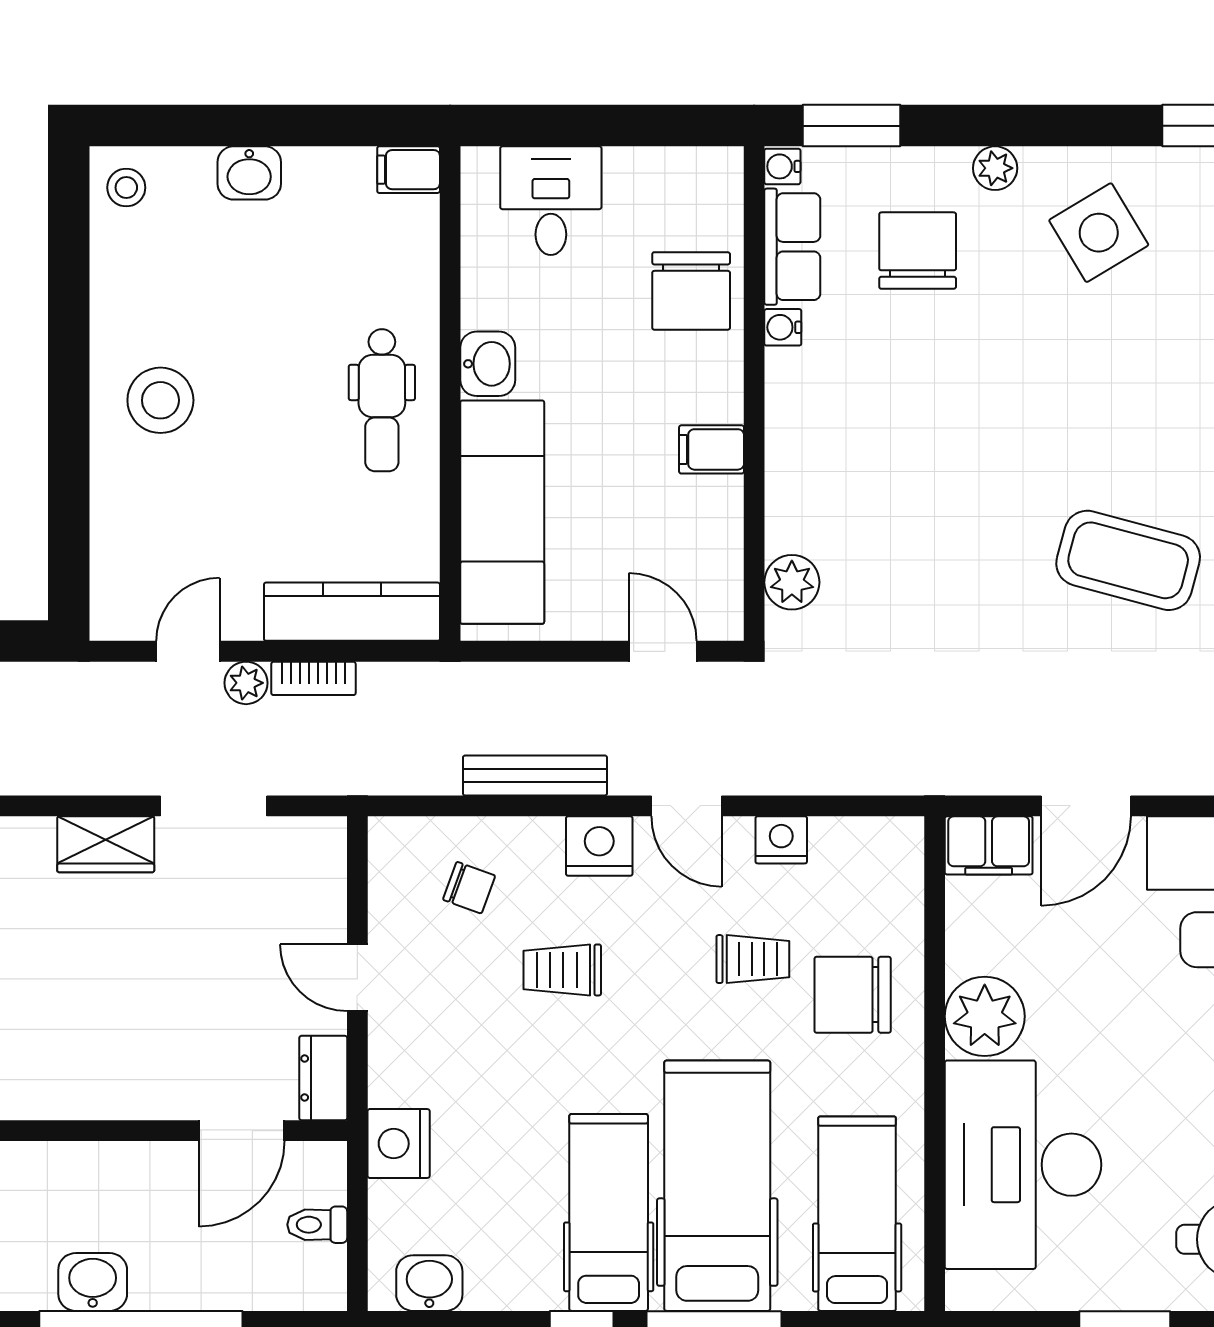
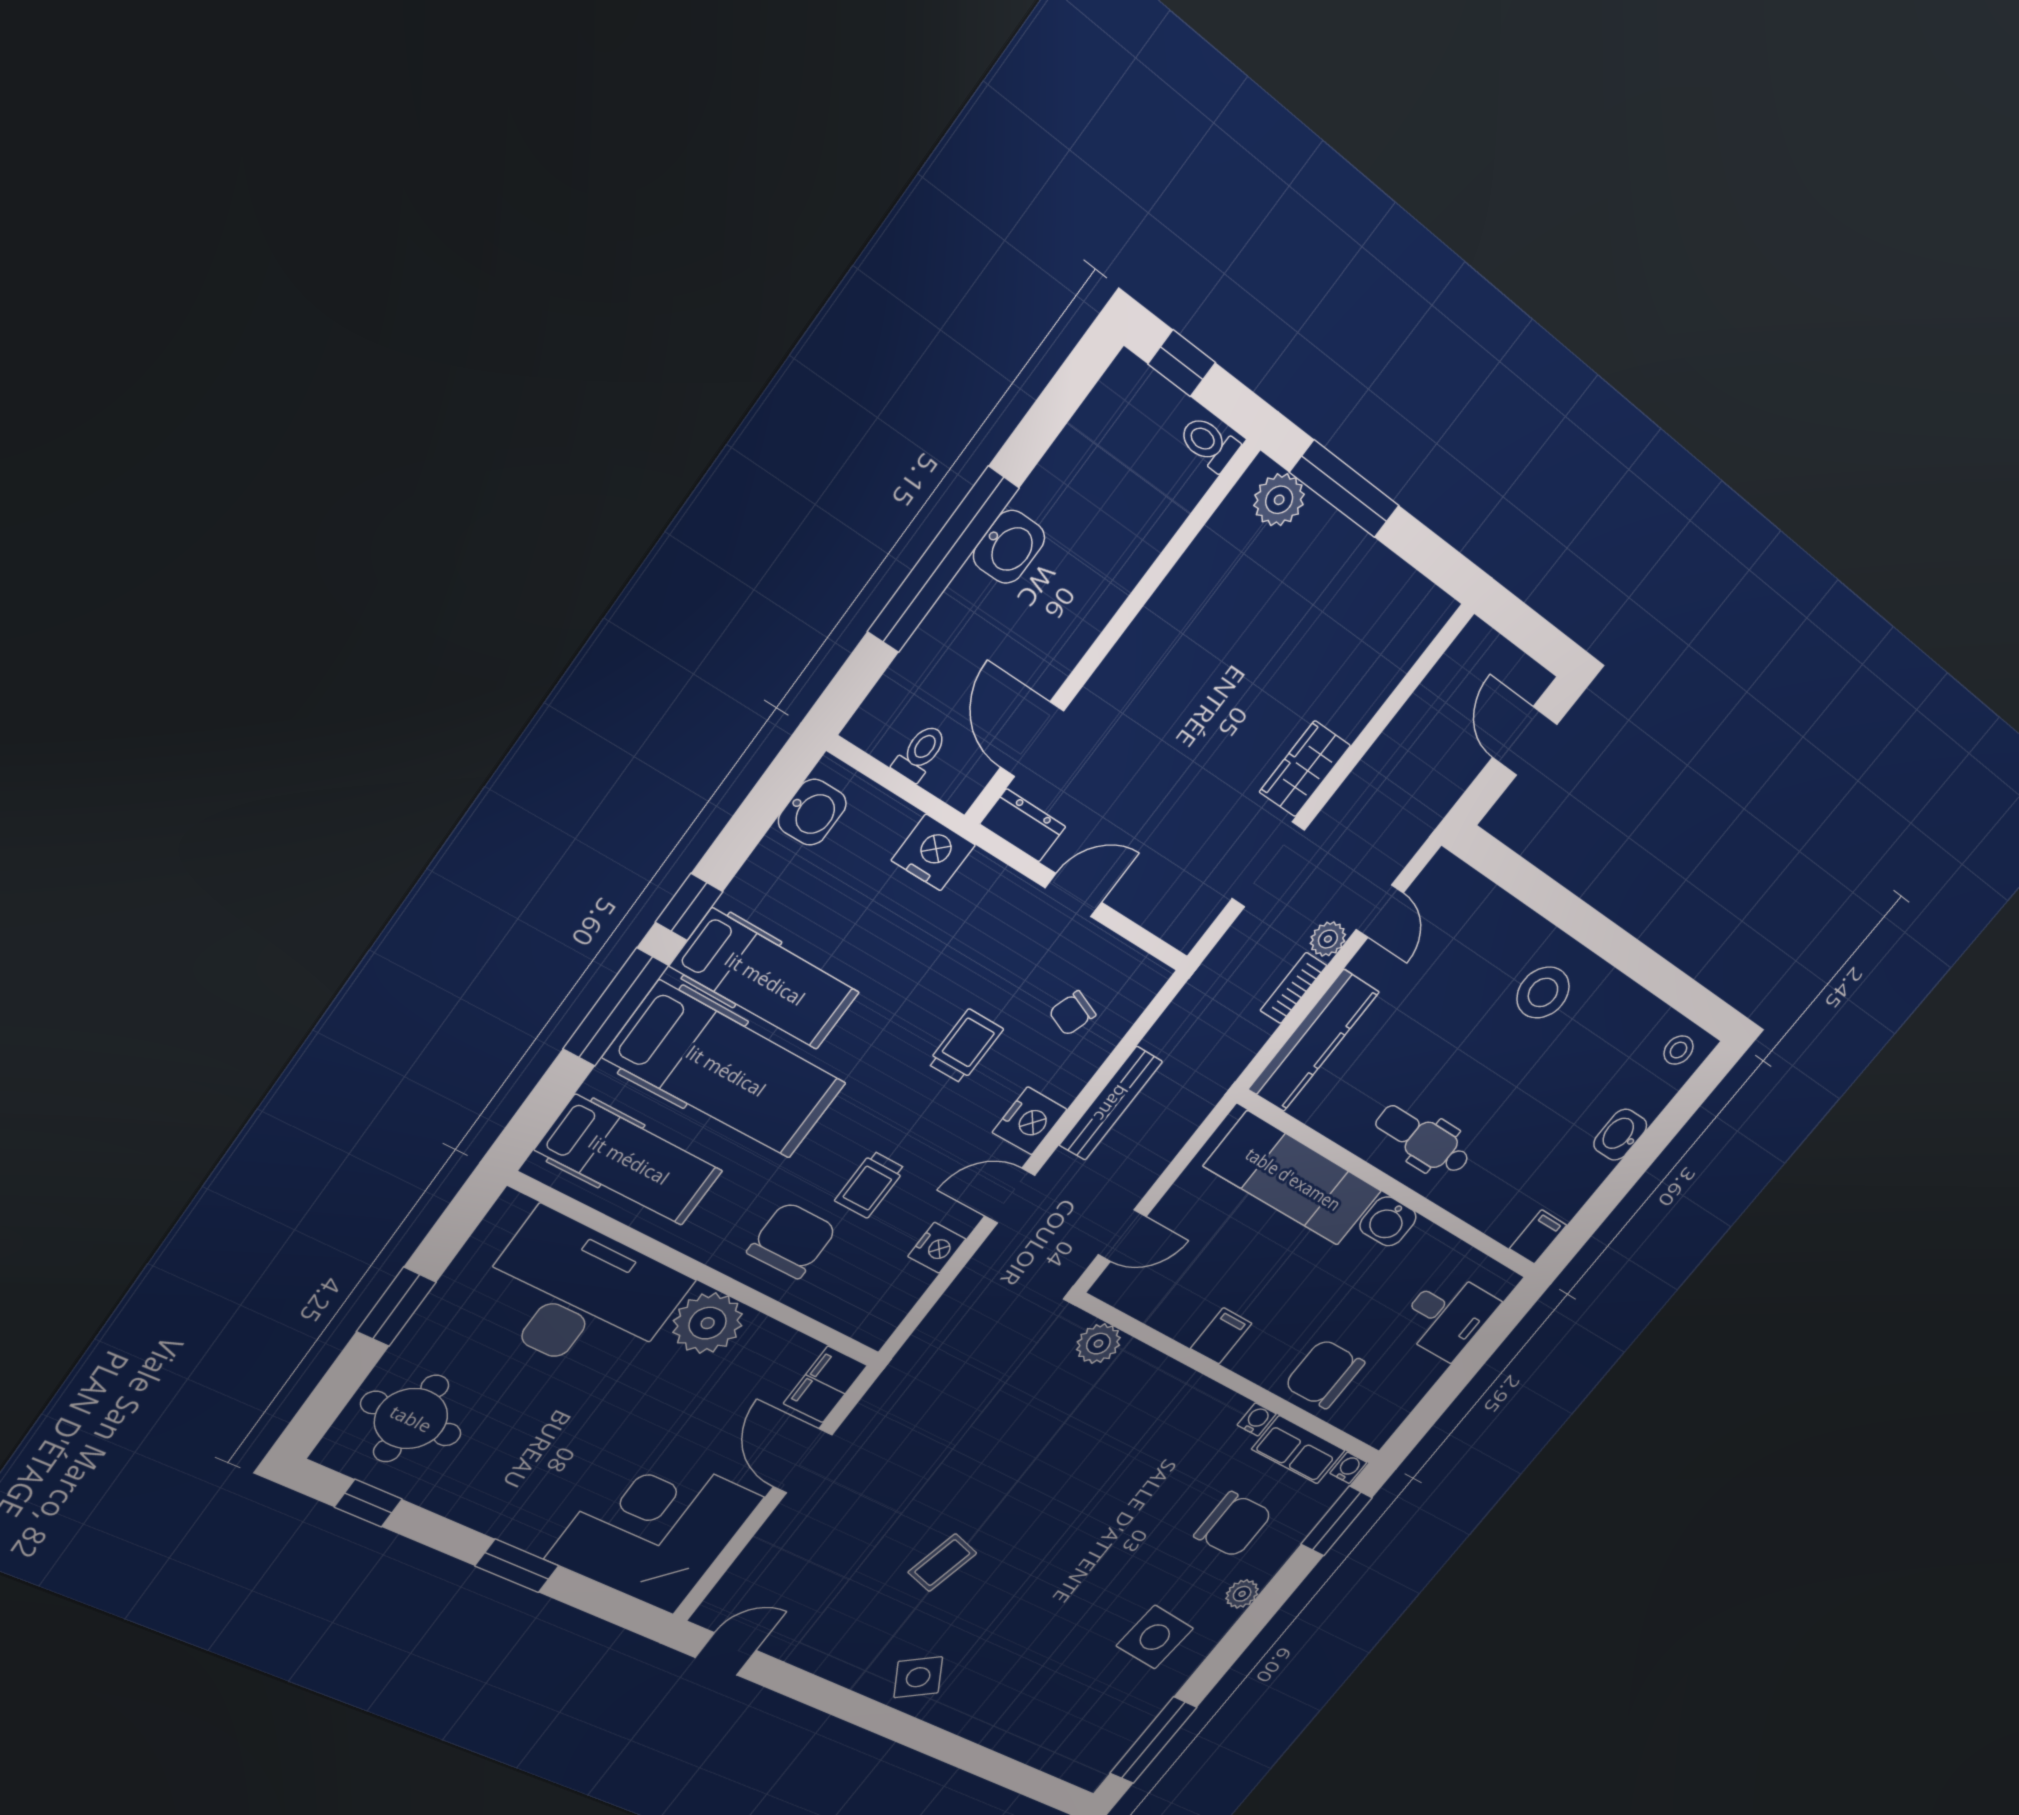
side table: (1099, 233) -> (1155, 1637), turned 36
coffee table: (1128, 560) -> (942, 1563), width x0.54, depth x0.58

